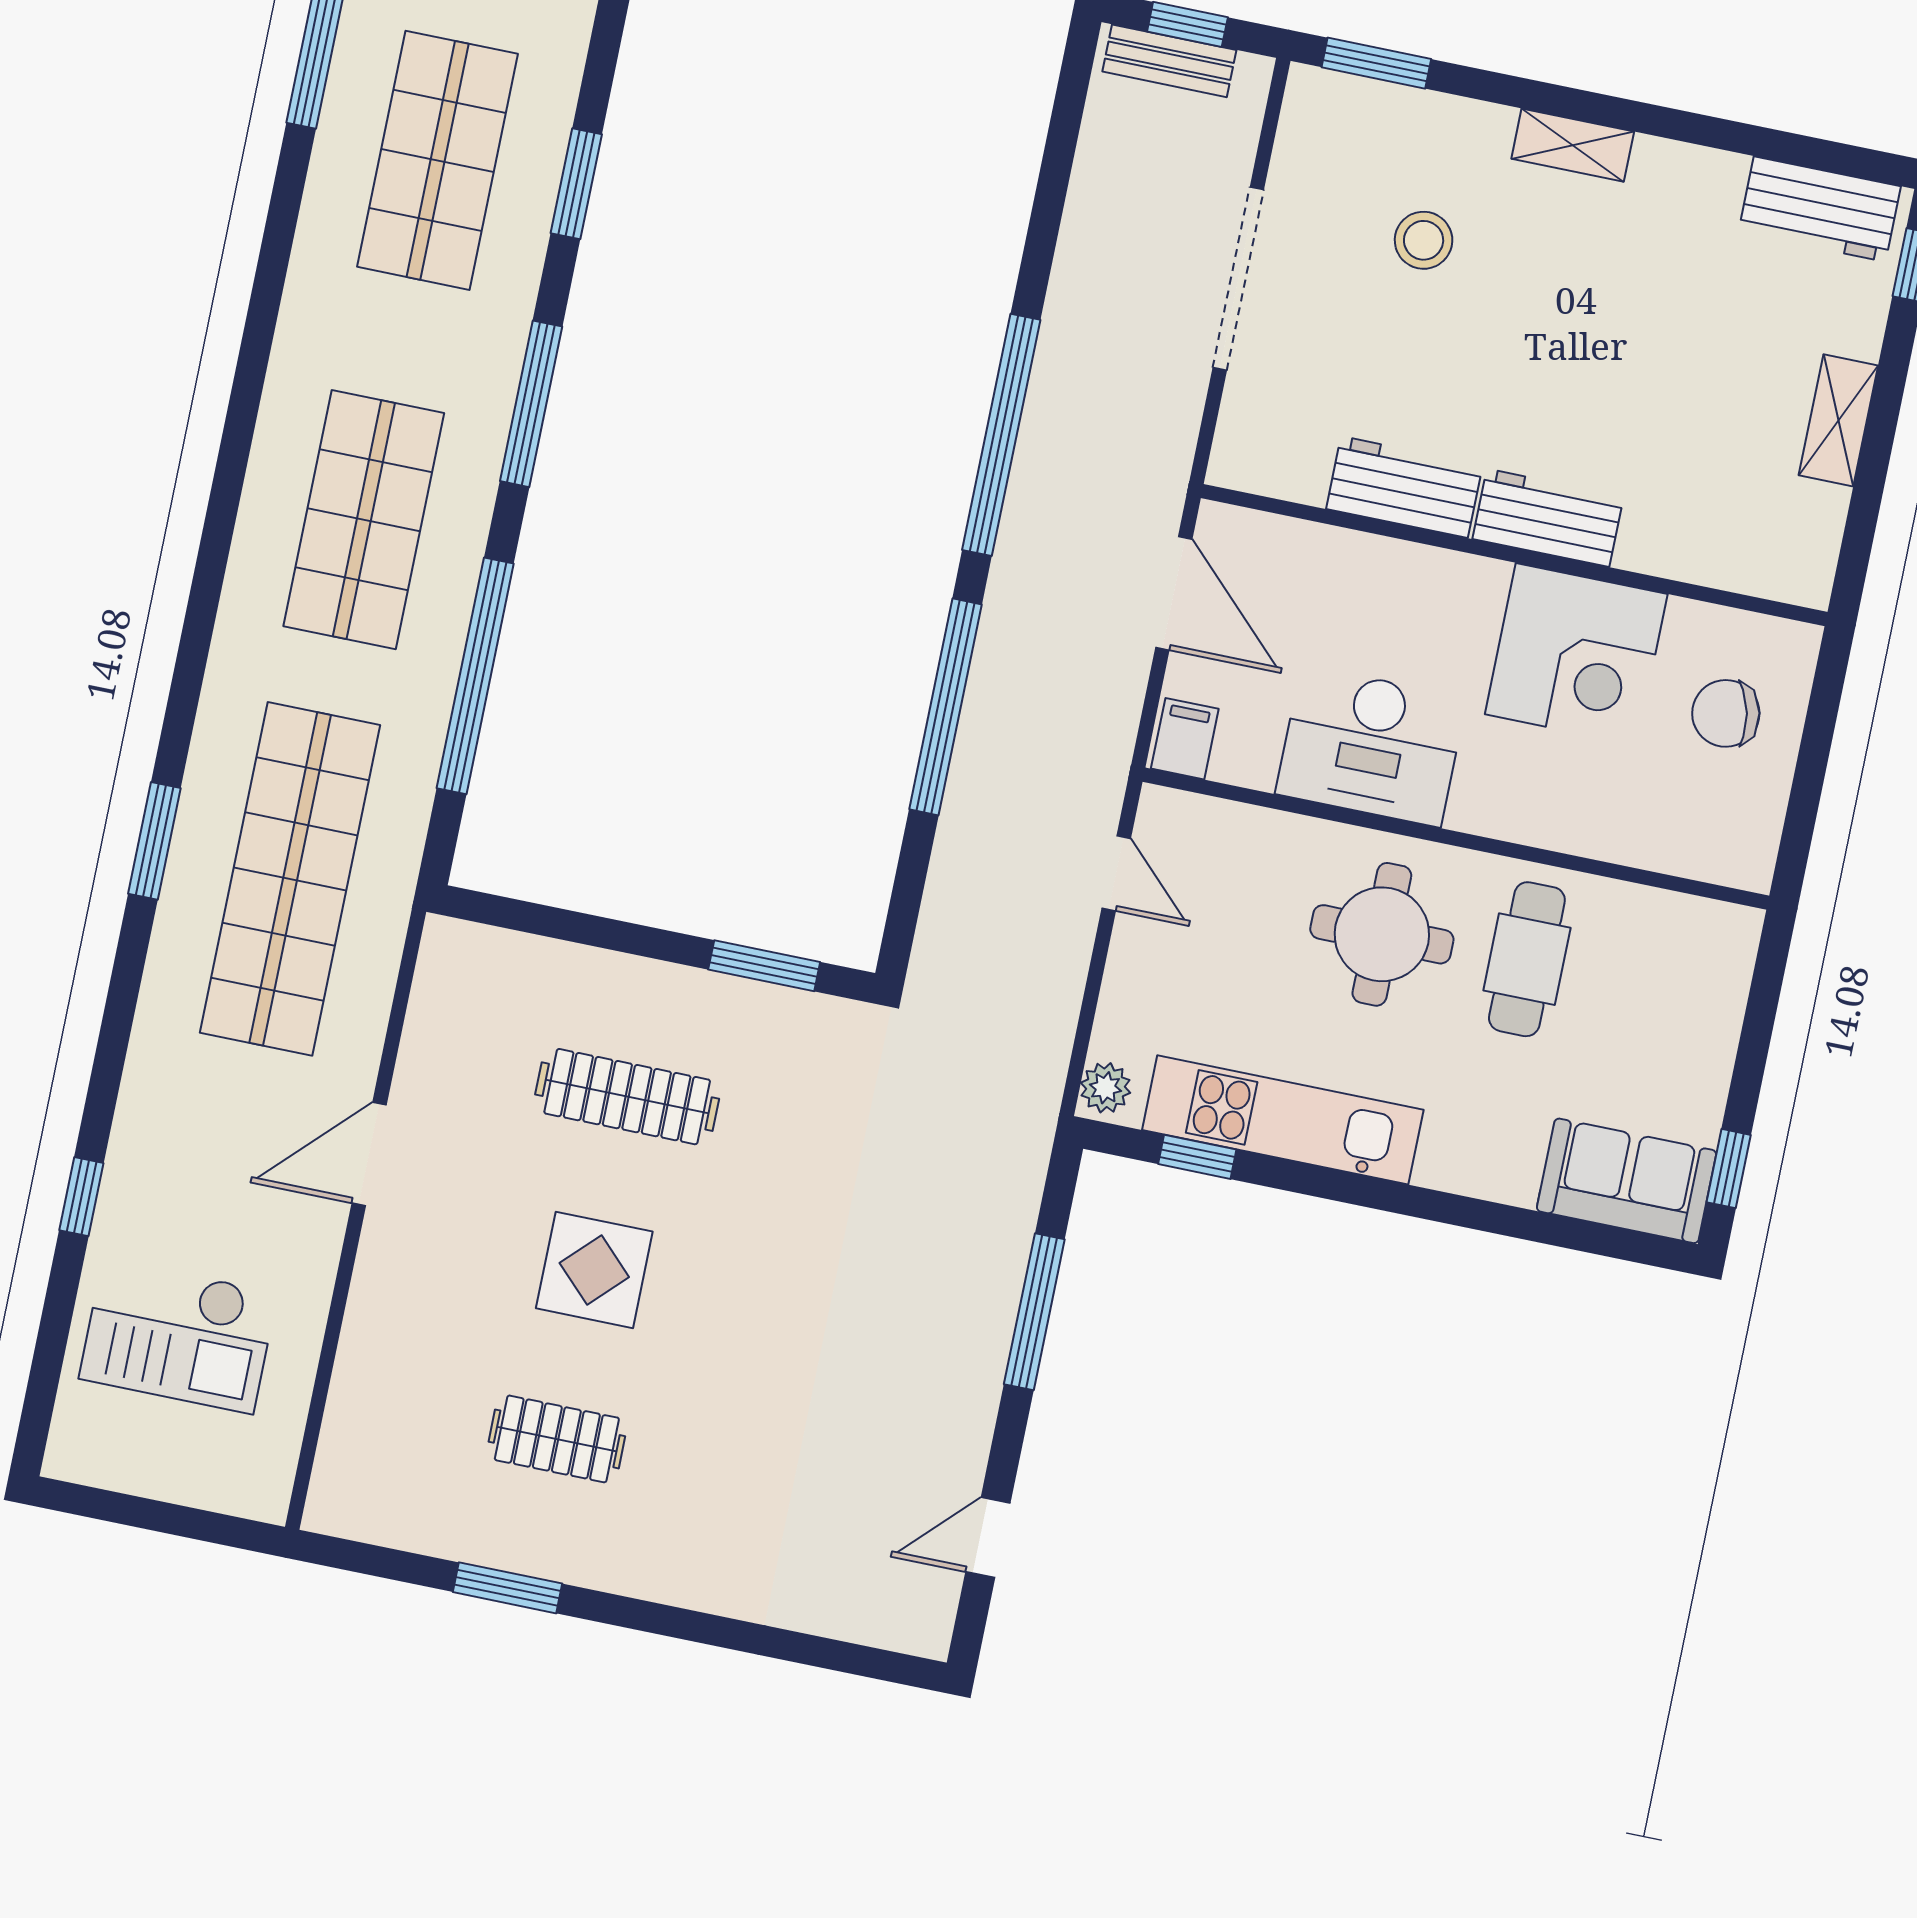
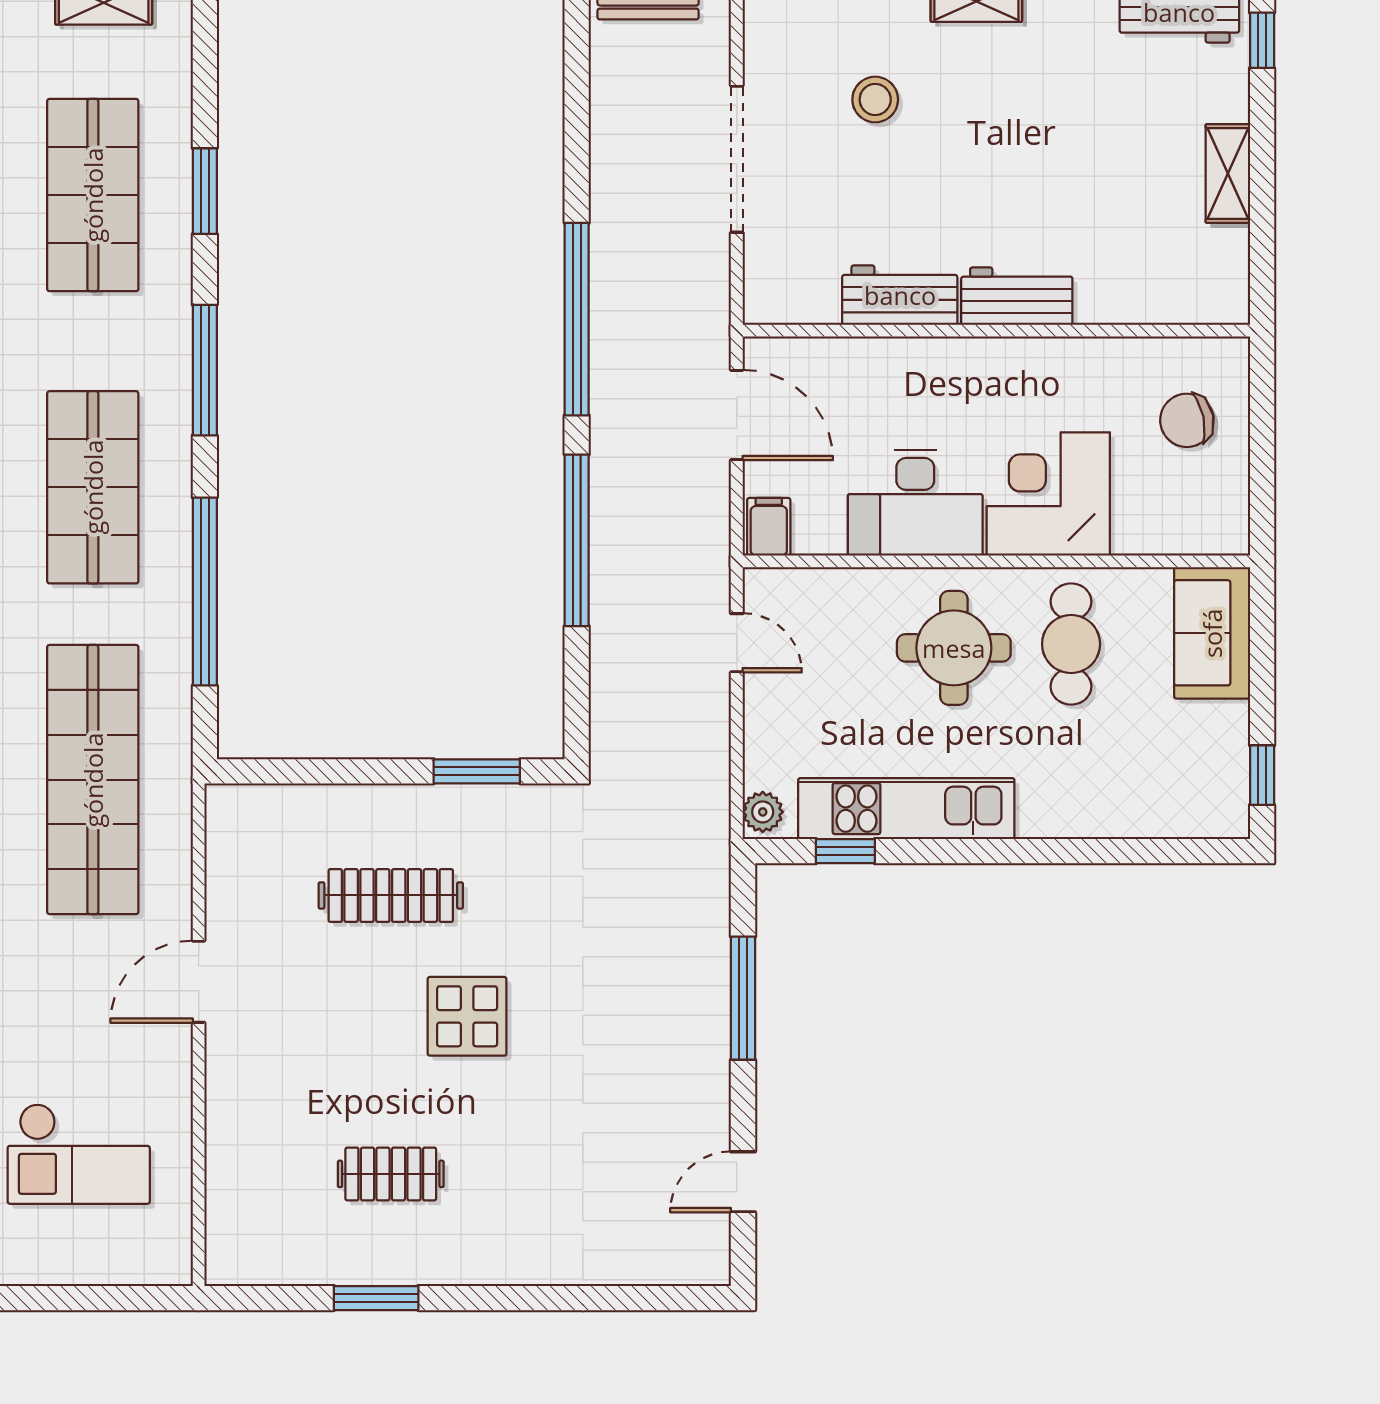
corner desk: (1576, 654) -> (1048, 494), moved, turned 180
sofa: (1627, 1181) -> (1212, 633), moved, turned -90
display table: (594, 1270) -> (467, 1016), moved

